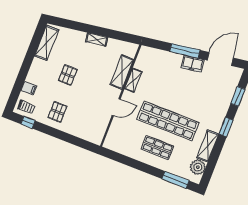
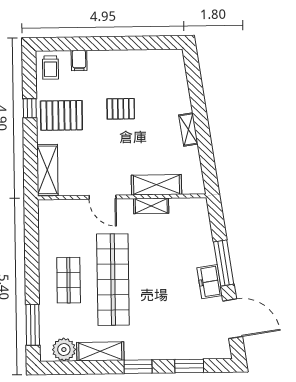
shelving: (47, 43) -> (47, 170), moved, turned 90
pallet: (57, 112) -> (61, 115), width x1.50, depth x1.42
window: (28, 122) -> (30, 108), moved

